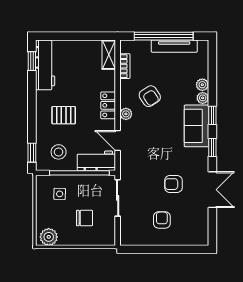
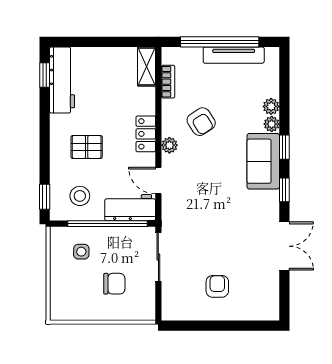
armchair: (173, 184) -> (233, 239), removed
plant: (49, 237) -> (67, 309), removed

